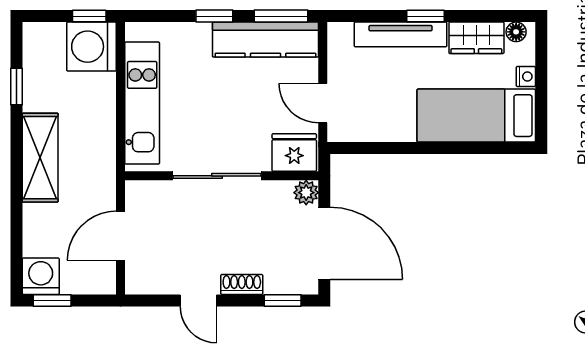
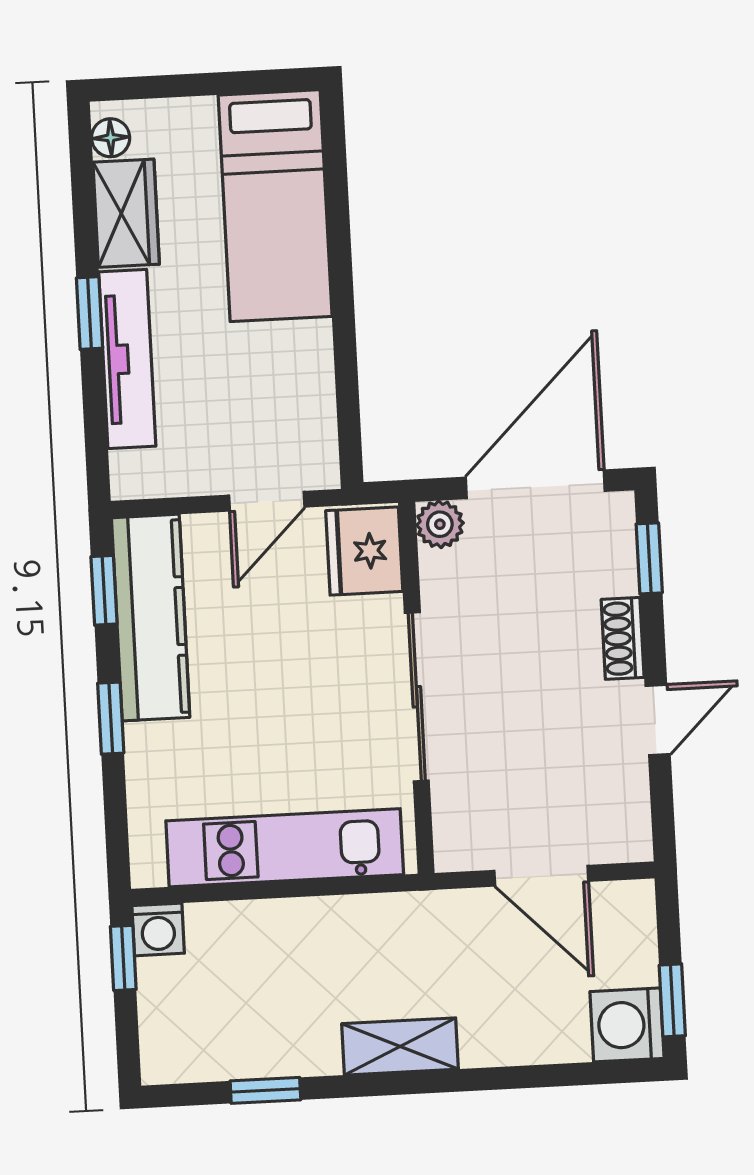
window: (281, 16) -> (104, 590), width x0.67
washing machine: (91, 47) -> (158, 929), width x0.53, depth x0.53
nightstand: (526, 77) -> (195, 115), removed
shelving: (40, 158) -> (400, 1046), width x0.67, depth x0.75

